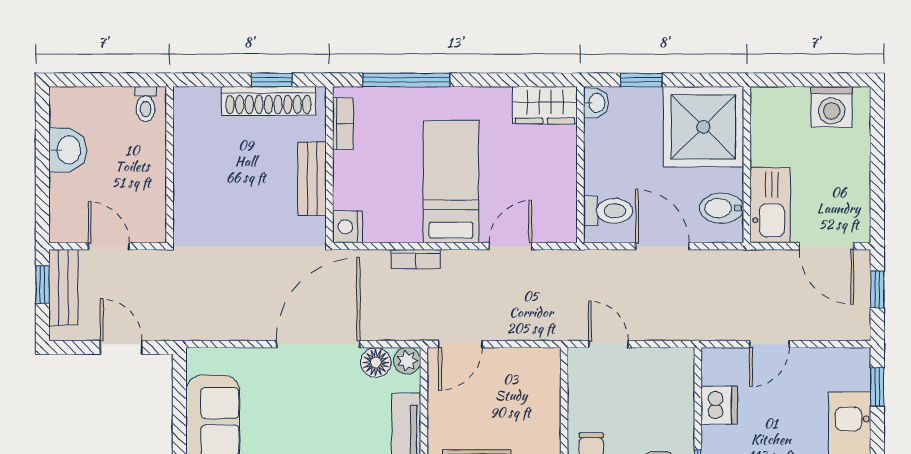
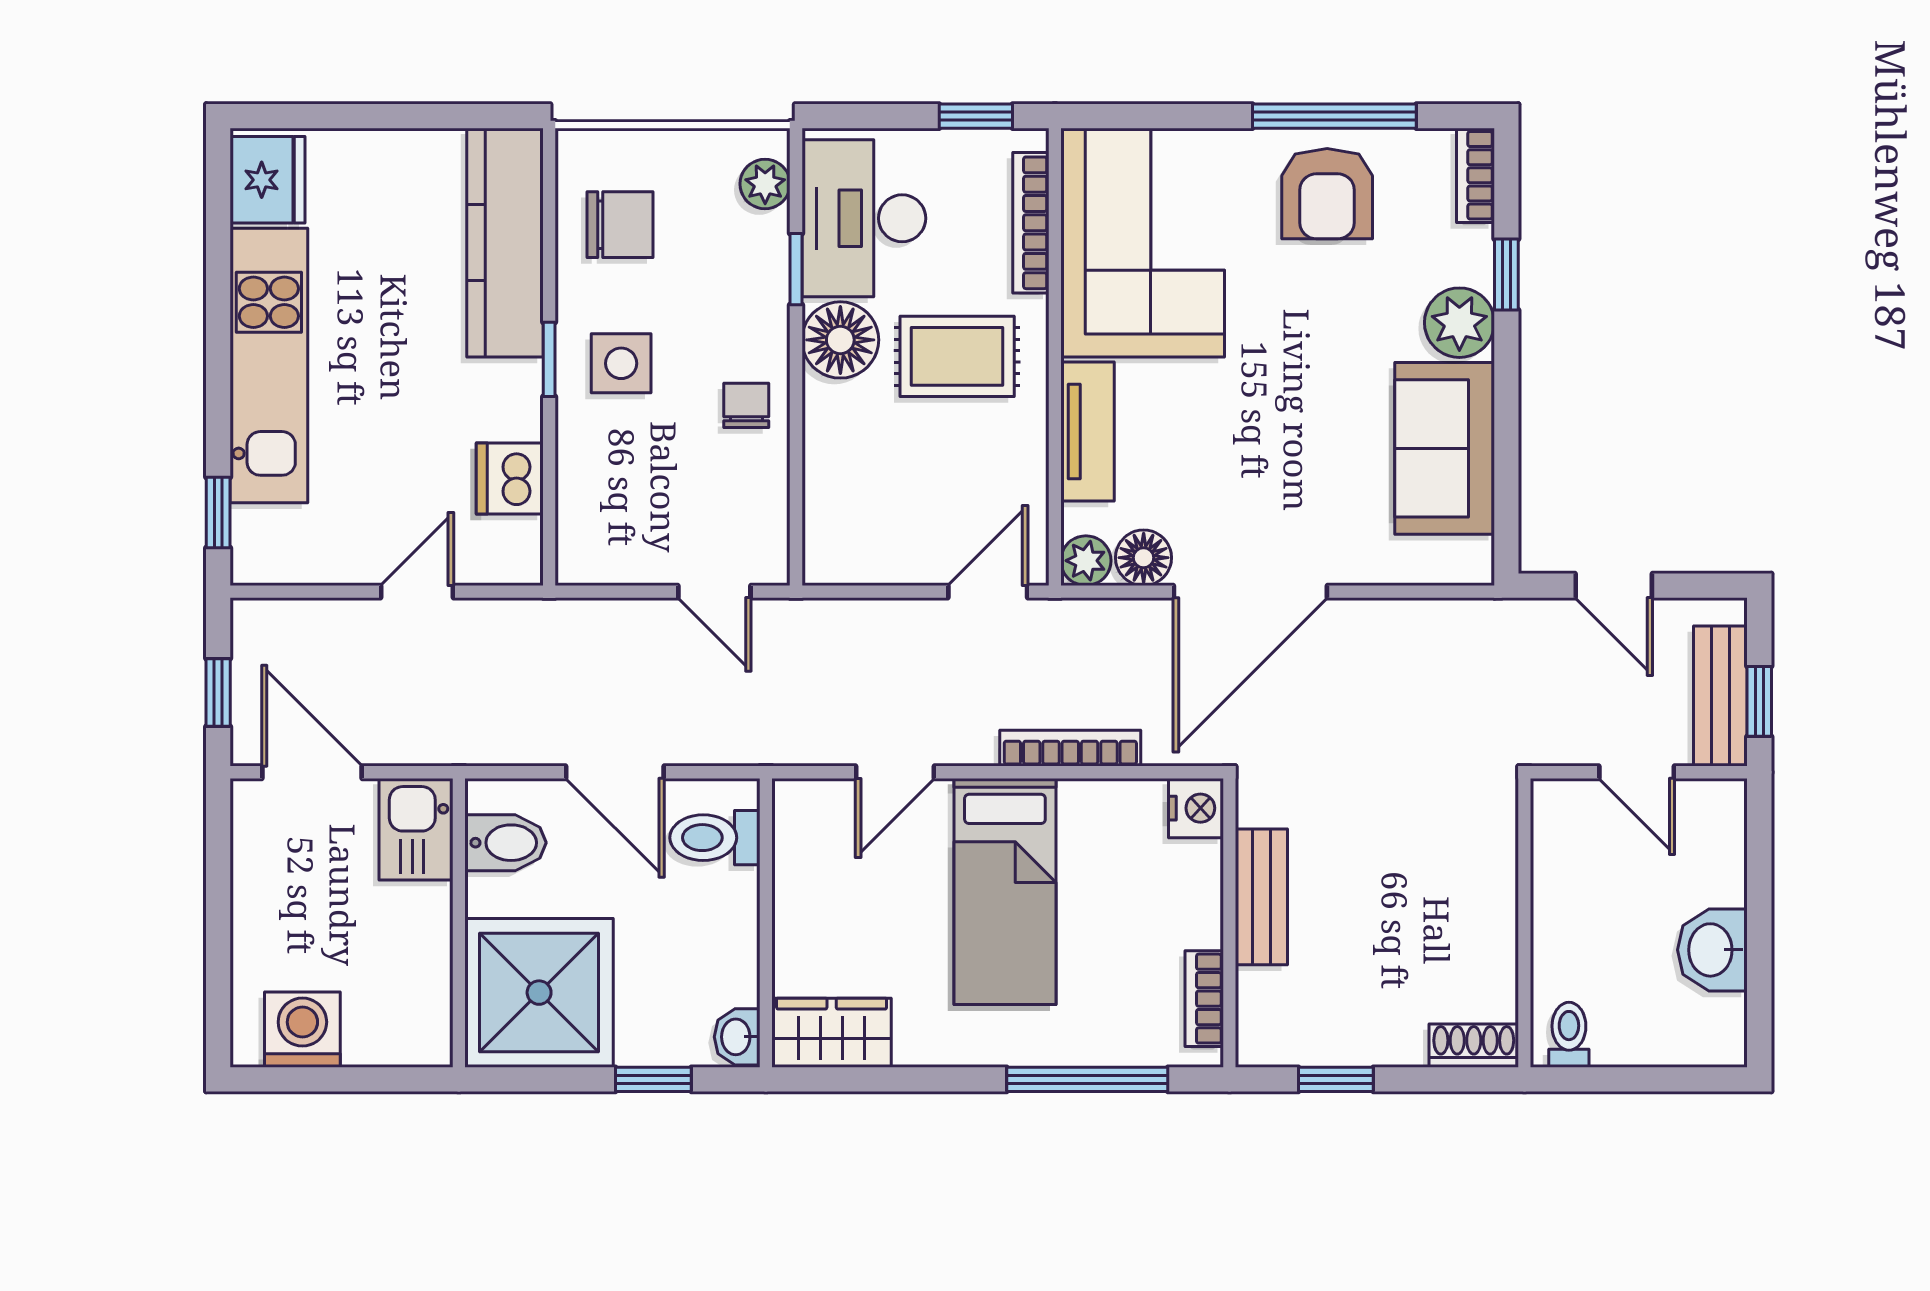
shoe rack: (268, 101) -> (1474, 1046), moved, width x0.51, depth x0.81
kitchen sink: (770, 205) -> (416, 829), width x0.73
bookcase: (416, 259) -> (1070, 748), width x1.56

